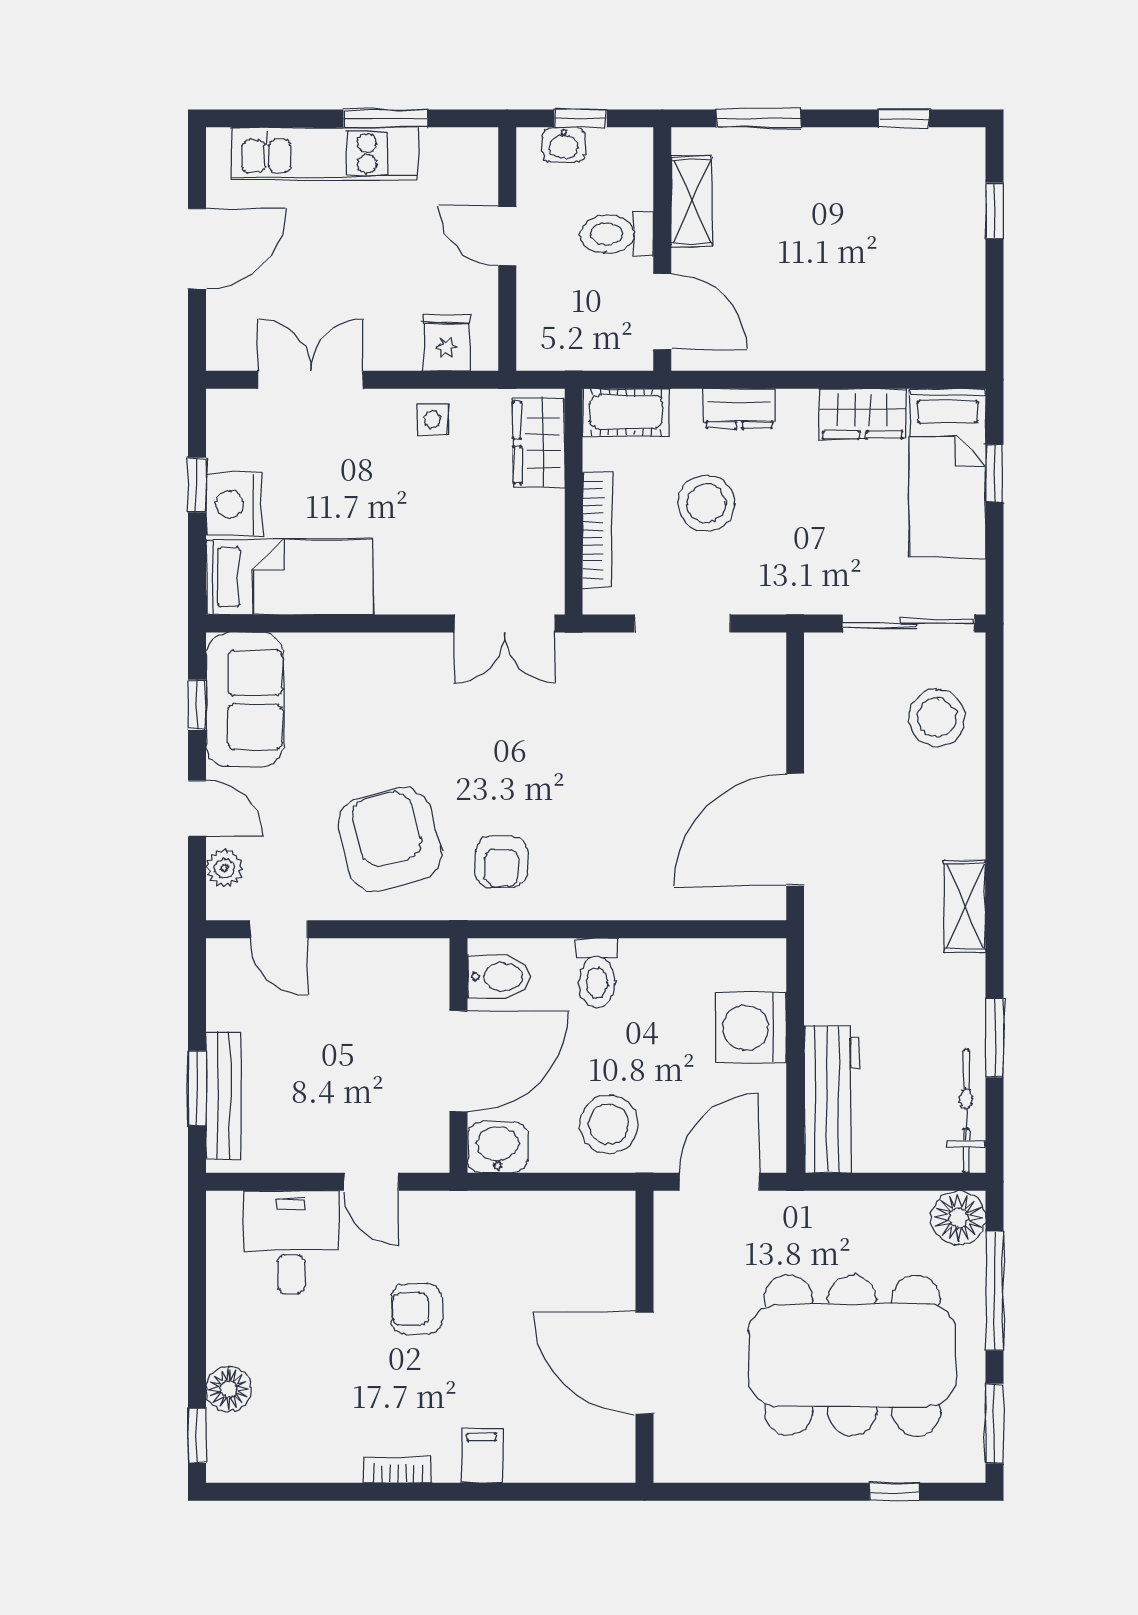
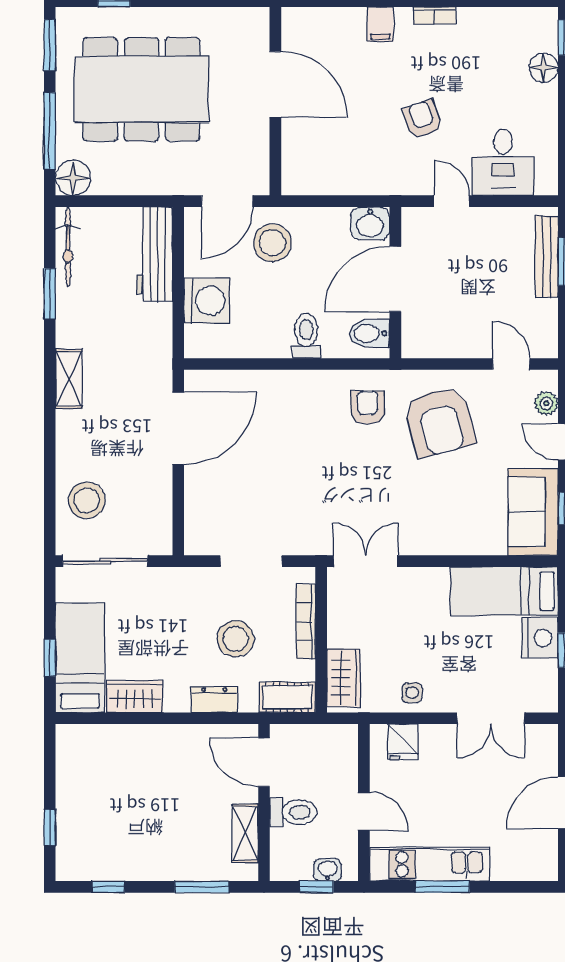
kitchen unit: (324, 153) -> (430, 864), moved
stool: (609, 1124) -> (272, 243), moved
armchair: (417, 1309) -> (422, 119), turned -109

